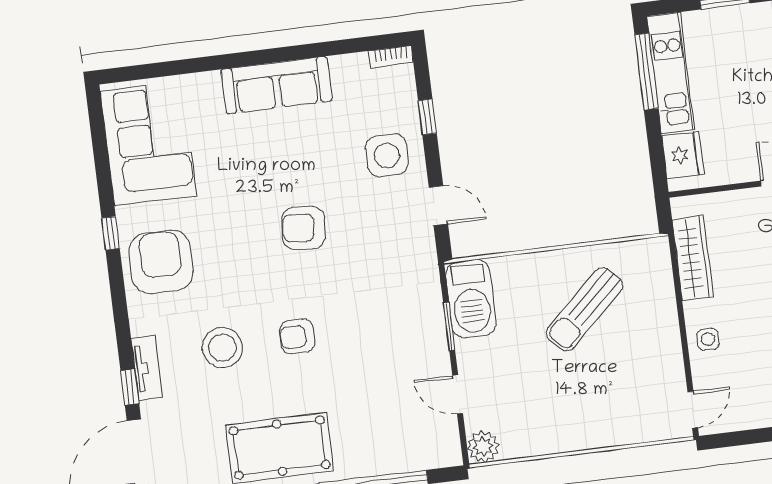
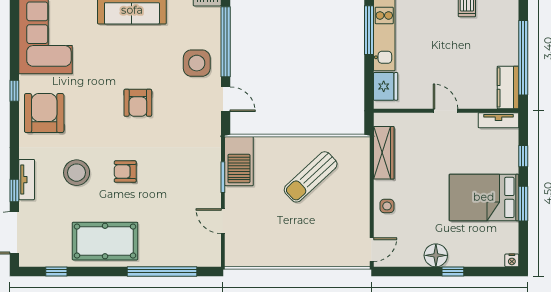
window: (427, 117) -> (226, 42), width x3.17
armchair: (303, 228) -> (138, 103), turned -96
plant: (483, 447) -> (235, 257), removed

